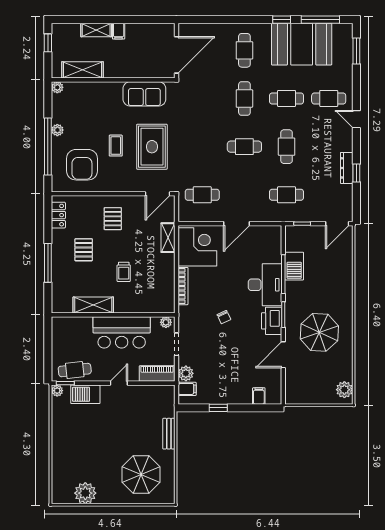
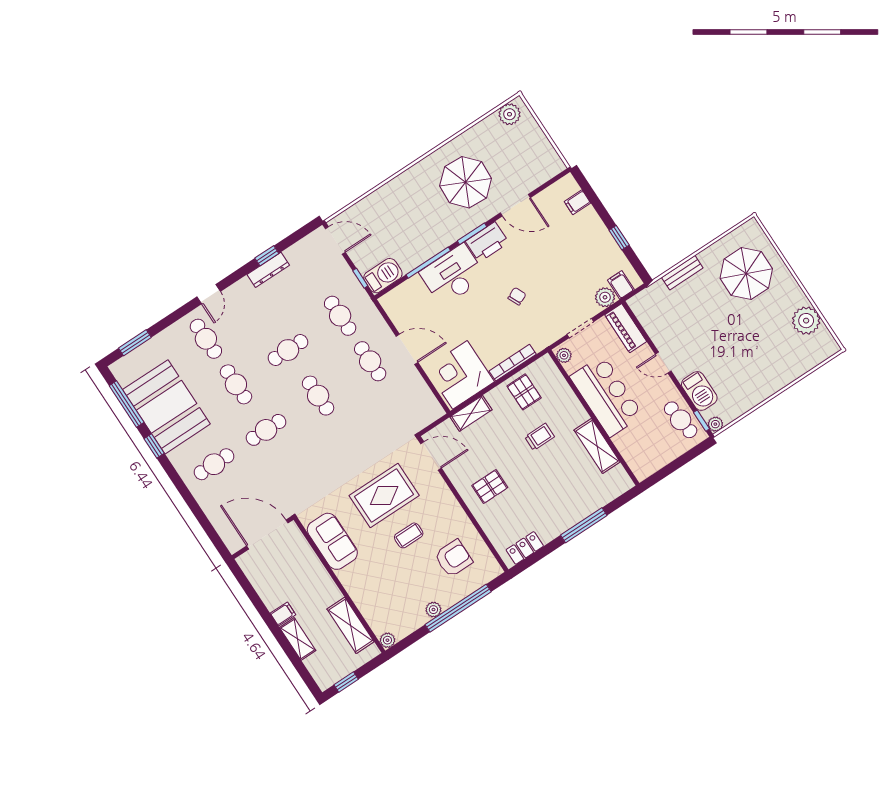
armchair: (82, 165) -> (453, 558), width x0.73, depth x0.73
cafe table: (202, 195) -> (370, 361), moved
pallet: (84, 250) -> (524, 392), moved, turned 90
barbecue: (294, 266) -> (383, 276), moved

